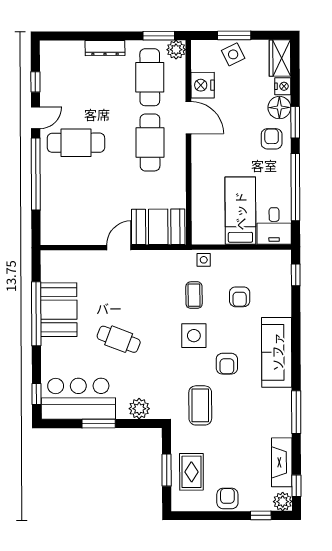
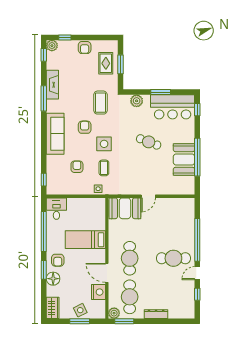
nightstand: (283, 86) -> (51, 291), removed
bed: (240, 211) -> (85, 240), moved, turned 90
fireplace: (282, 462) -> (52, 85), moved

